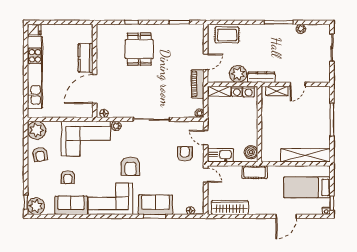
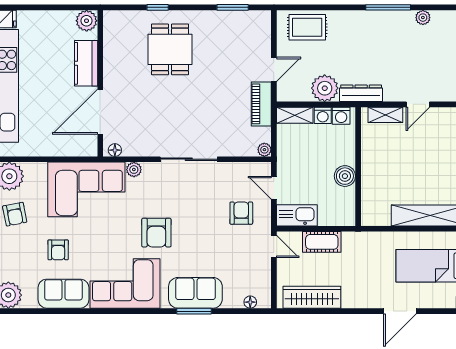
plant: (86, 31) -> (87, 21), added
boiler: (251, 152) -> (345, 176), moved
cot: (255, 172) -> (322, 242), moved

